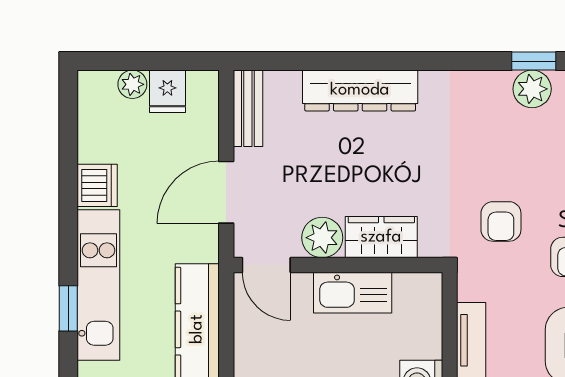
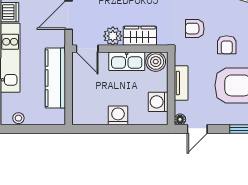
armchair: (501, 221) -> (195, 29), turned 90
boiler: (416, 294) -> (156, 62), added

